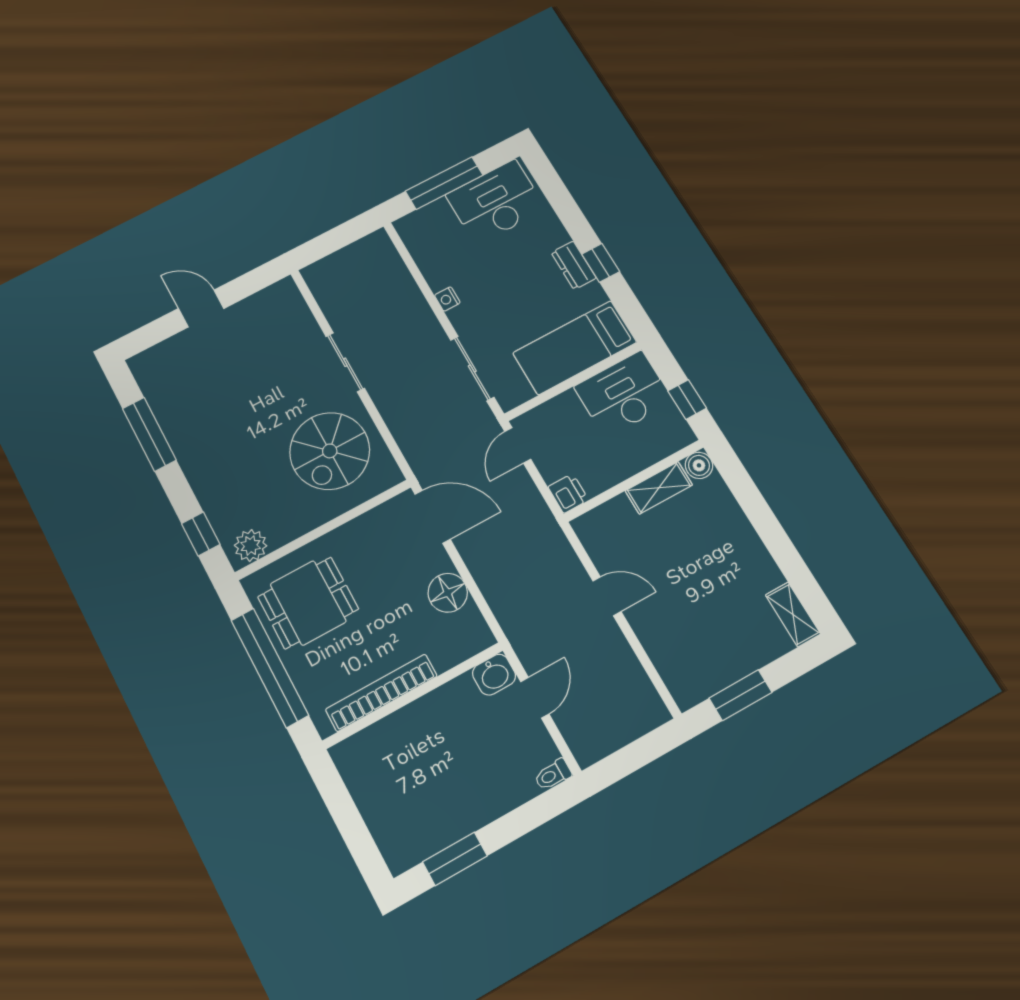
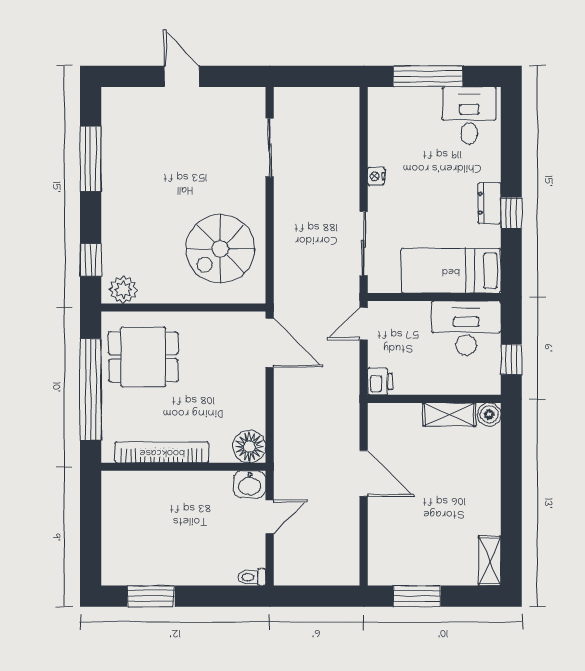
desk: (496, 202) -> (469, 116), width x0.73
sliding door: (345, 362) -> (270, 148), moved
floor lamp: (448, 593) -> (249, 447), moved
door: (607, 596) -> (364, 473), width x1.37

